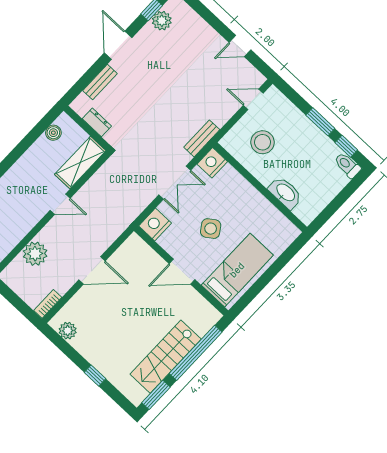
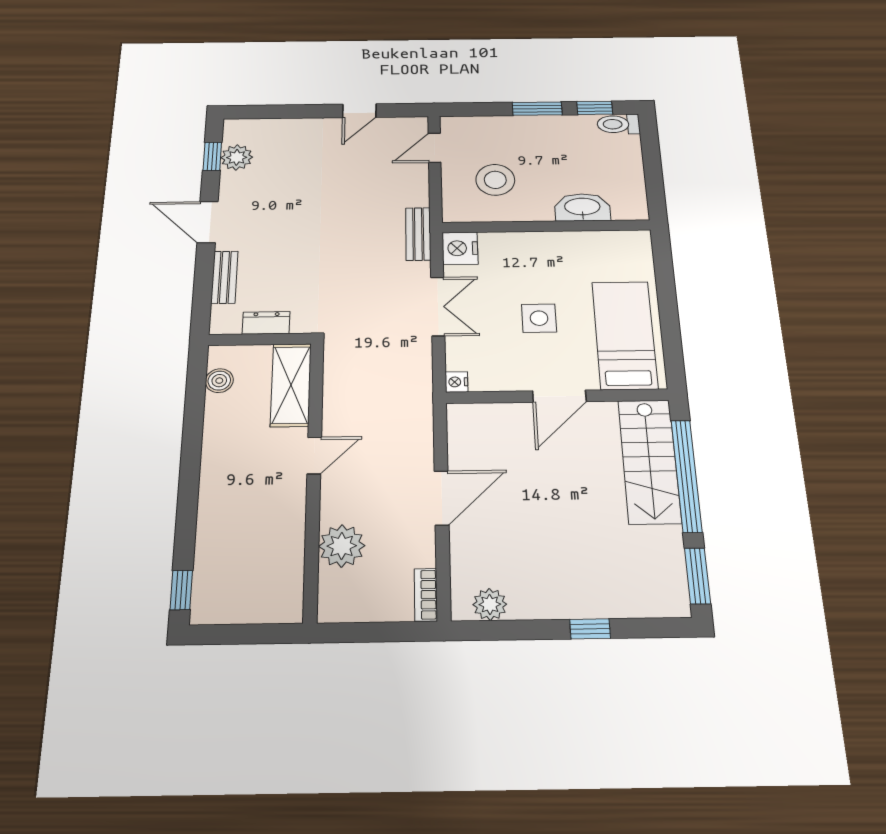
nightstand: (155, 225) -> (457, 382), width x0.53, depth x0.56
side table: (211, 229) -> (539, 318), turned 35
stairs: (166, 357) -> (649, 461), moved

